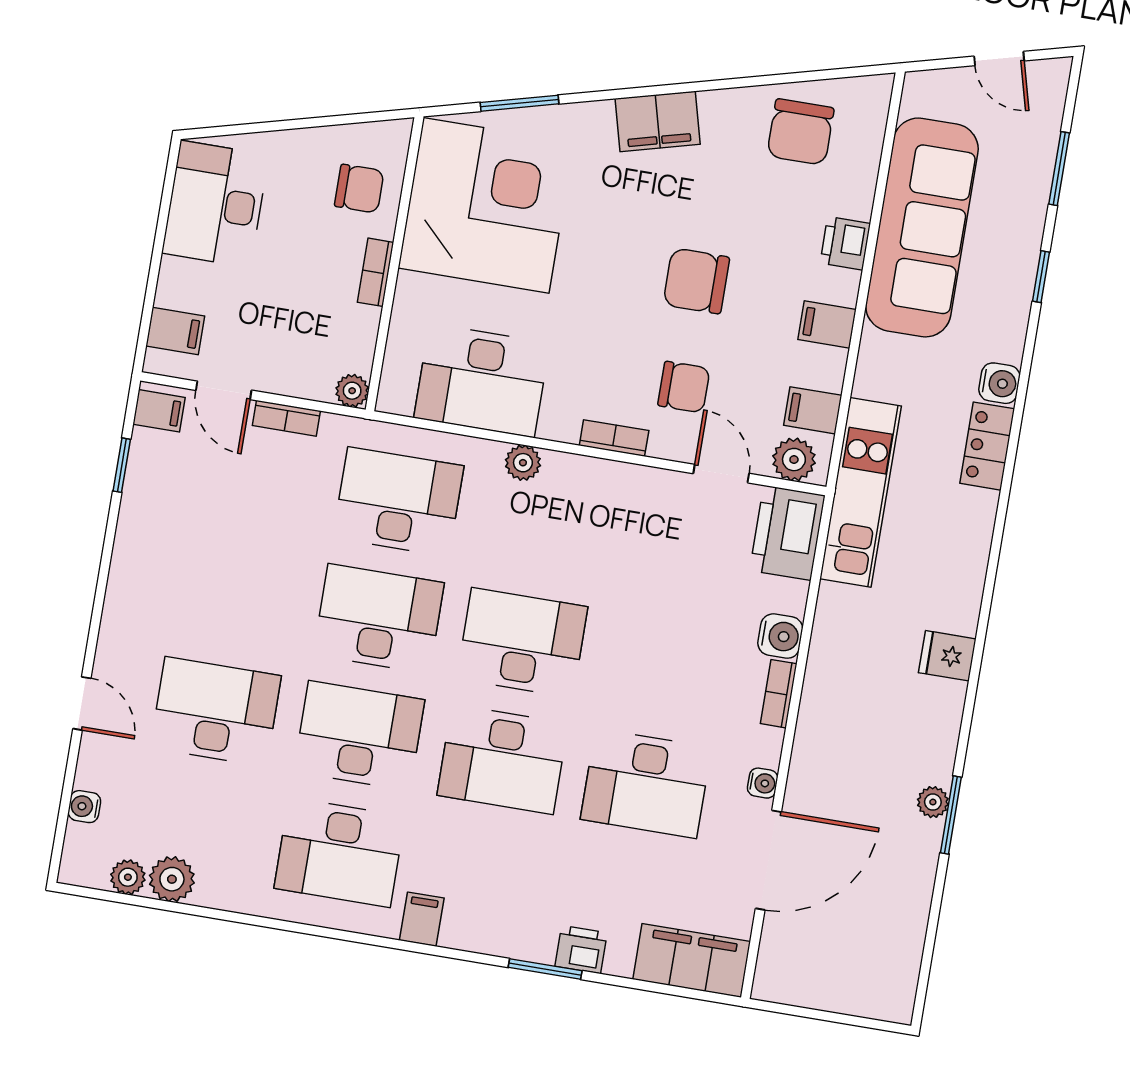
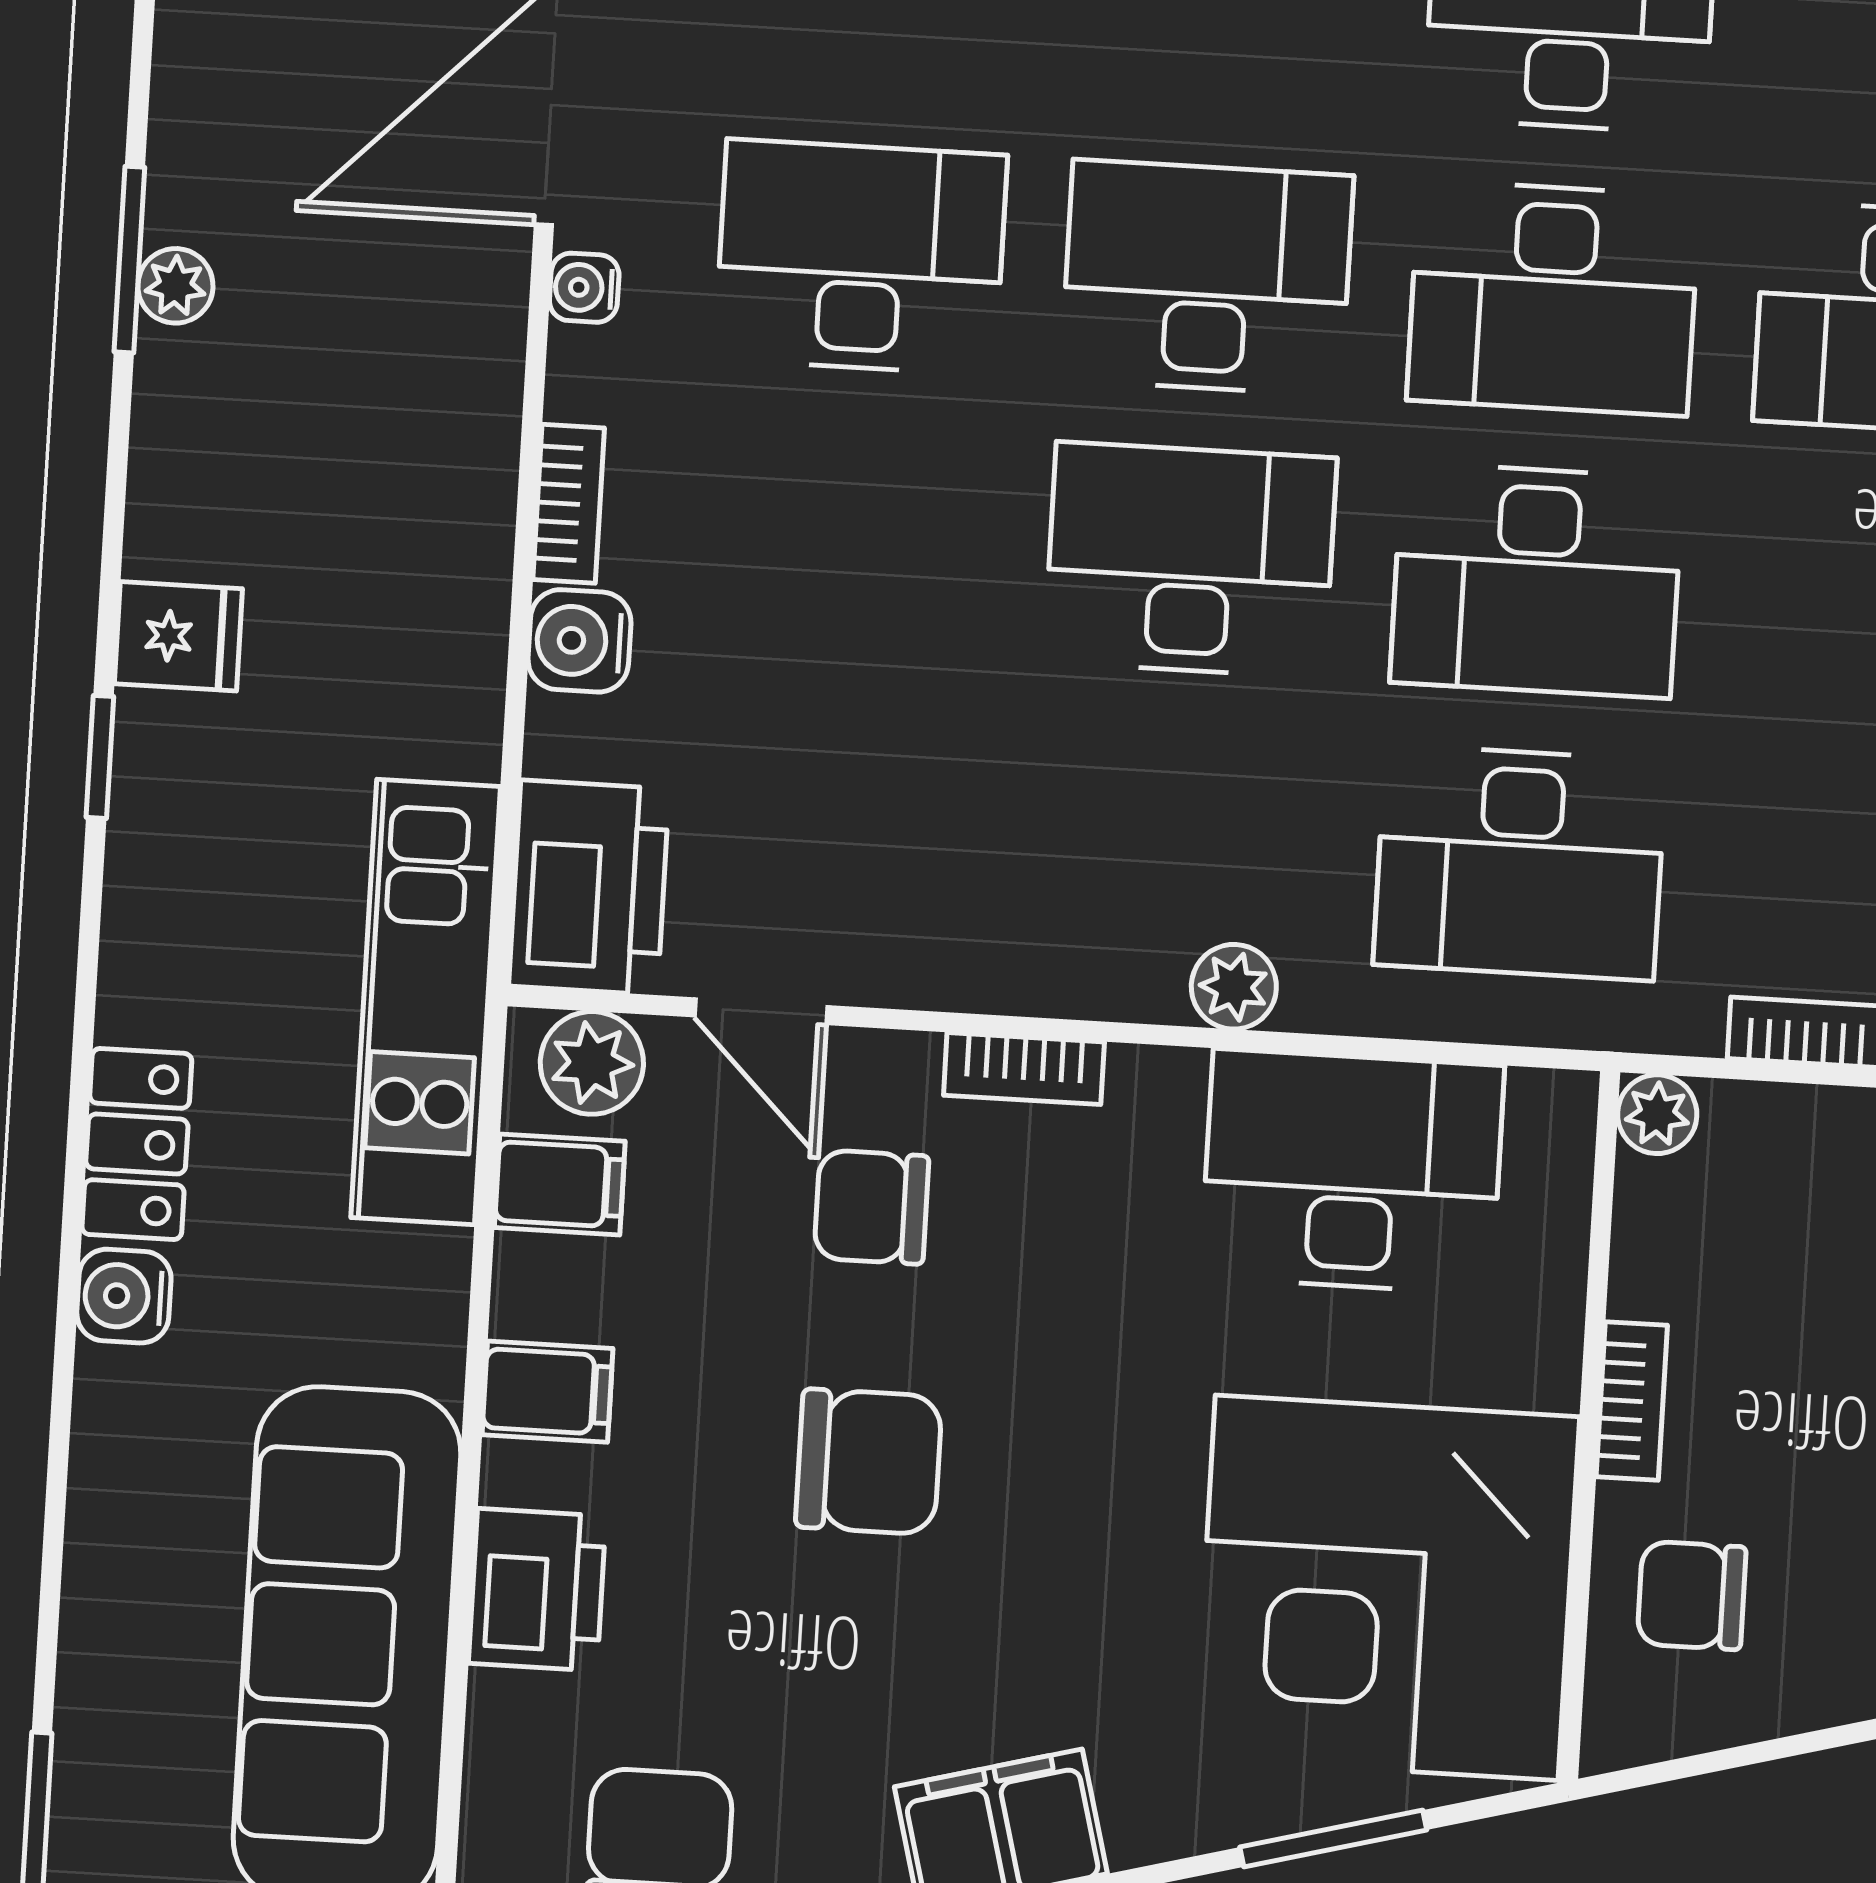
printer: (845, 243) -> (537, 1590), width x1.36, depth x1.24
window: (1041, 277) -> (100, 757), moved
desk: (522, 643) -> (1190, 560), turned 180

